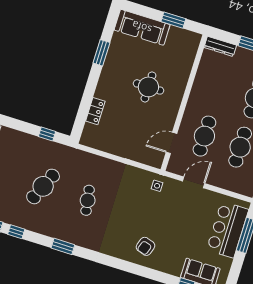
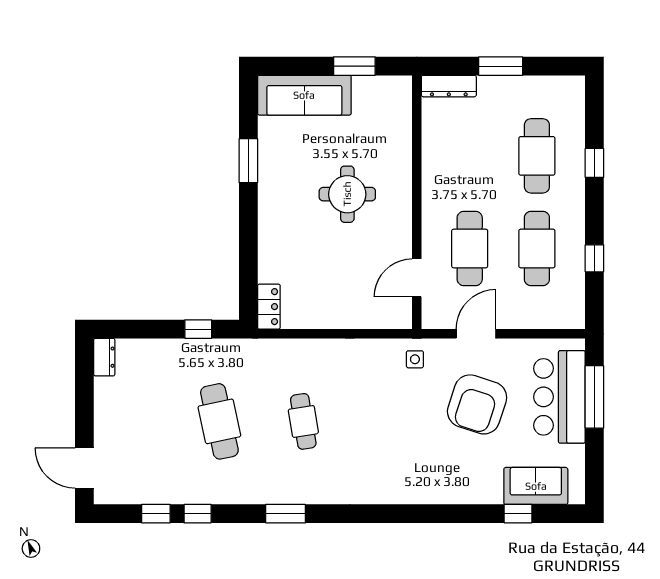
locker: (95, 111) -> (269, 307), moved
cafe table: (43, 186) -> (219, 421), turned -36
armchair: (145, 246) -> (477, 404), moved, width x1.88, depth x1.88

